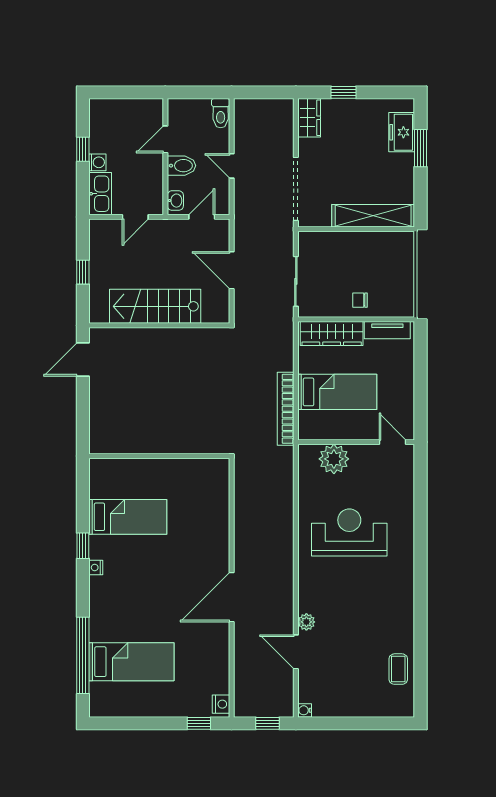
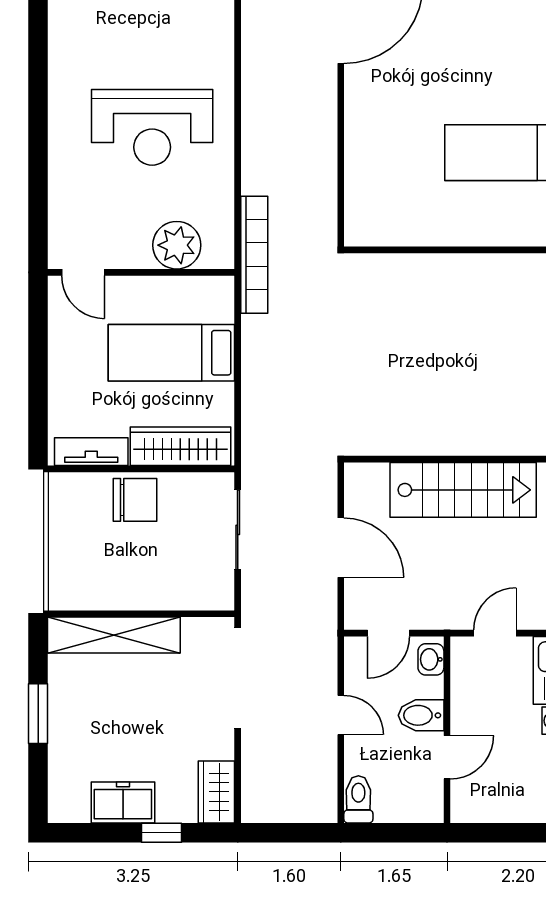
freezer: (402, 132) -> (123, 803), moved, turned -90
window: (420, 148) -> (38, 714), moved
chair: (360, 300) -> (135, 500), width x1.87, depth x1.87
bookcase: (286, 409) -> (254, 255), moved

